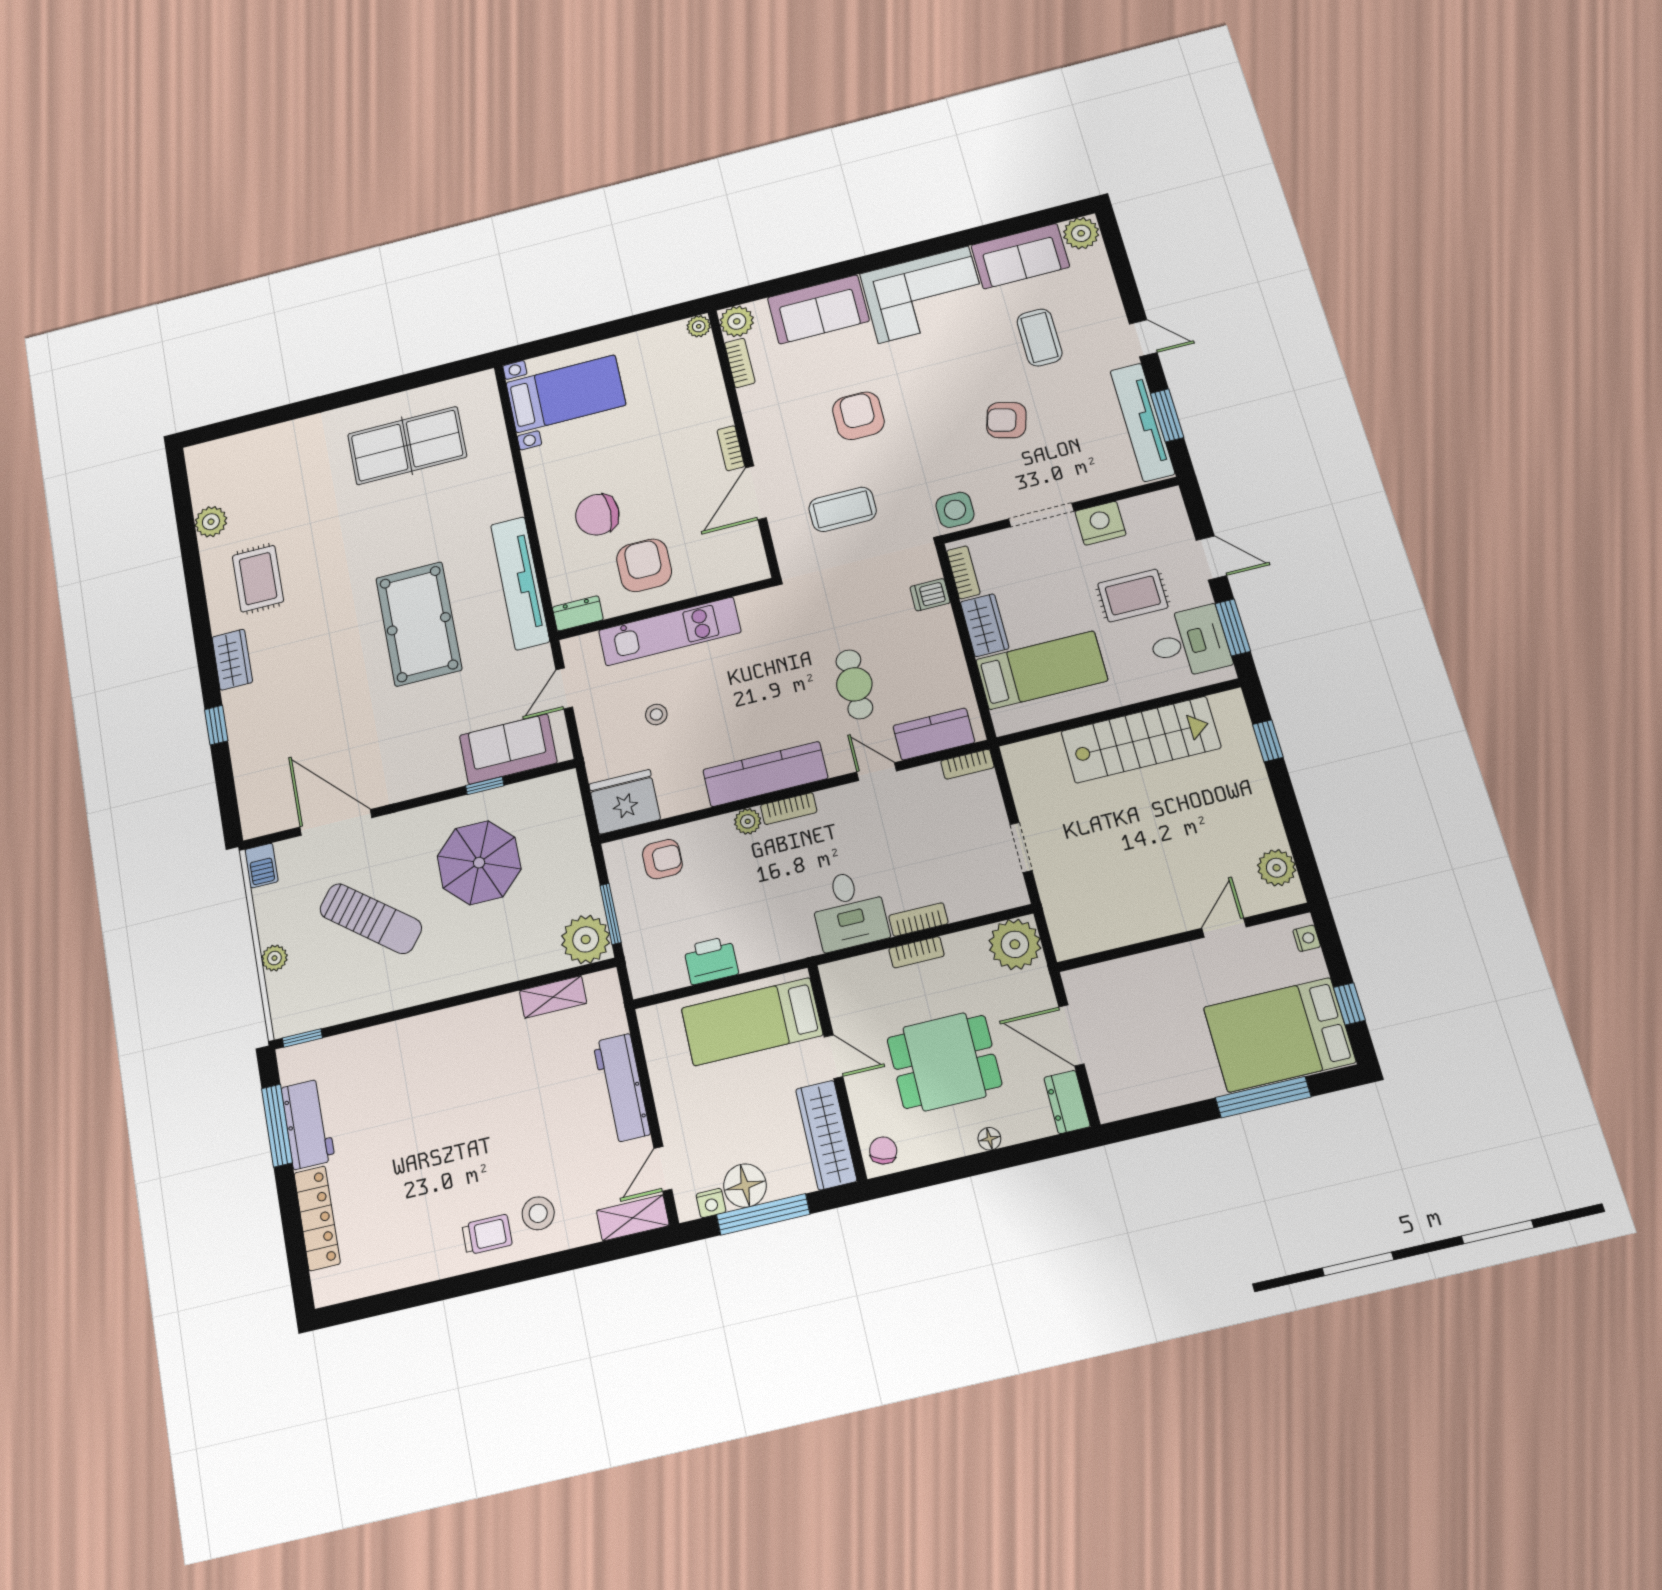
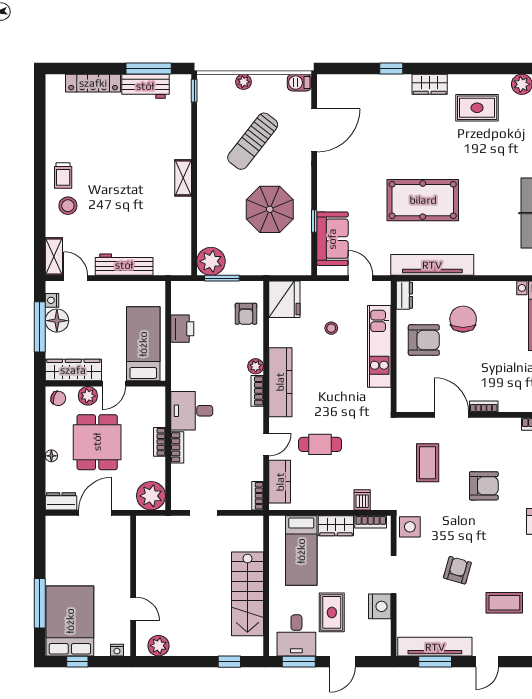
shelving: (553, 997) -> (183, 178), moved
plant: (866, 1098) -> (88, 396), added

